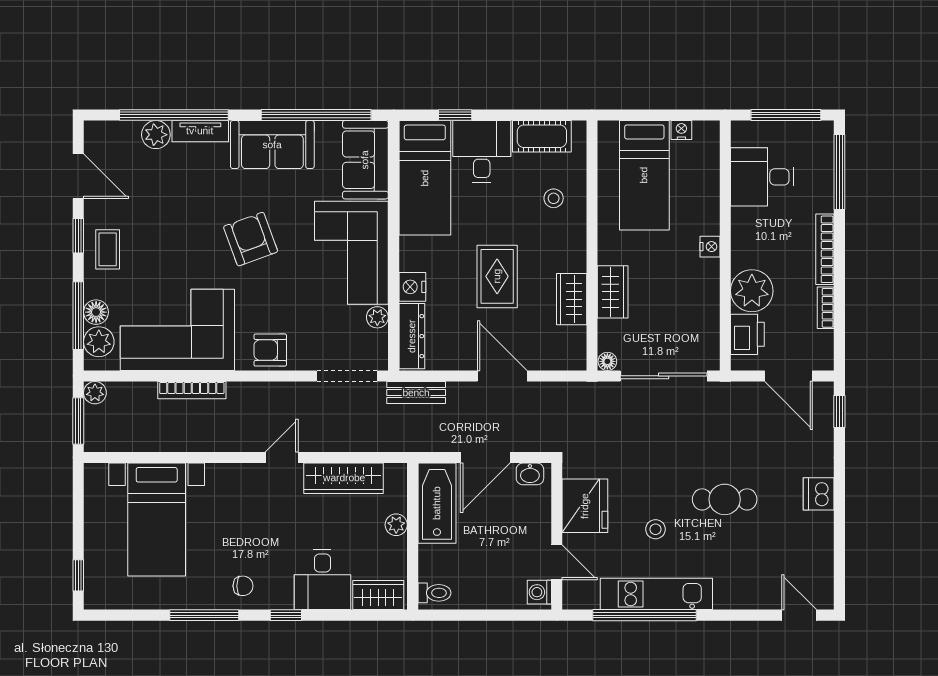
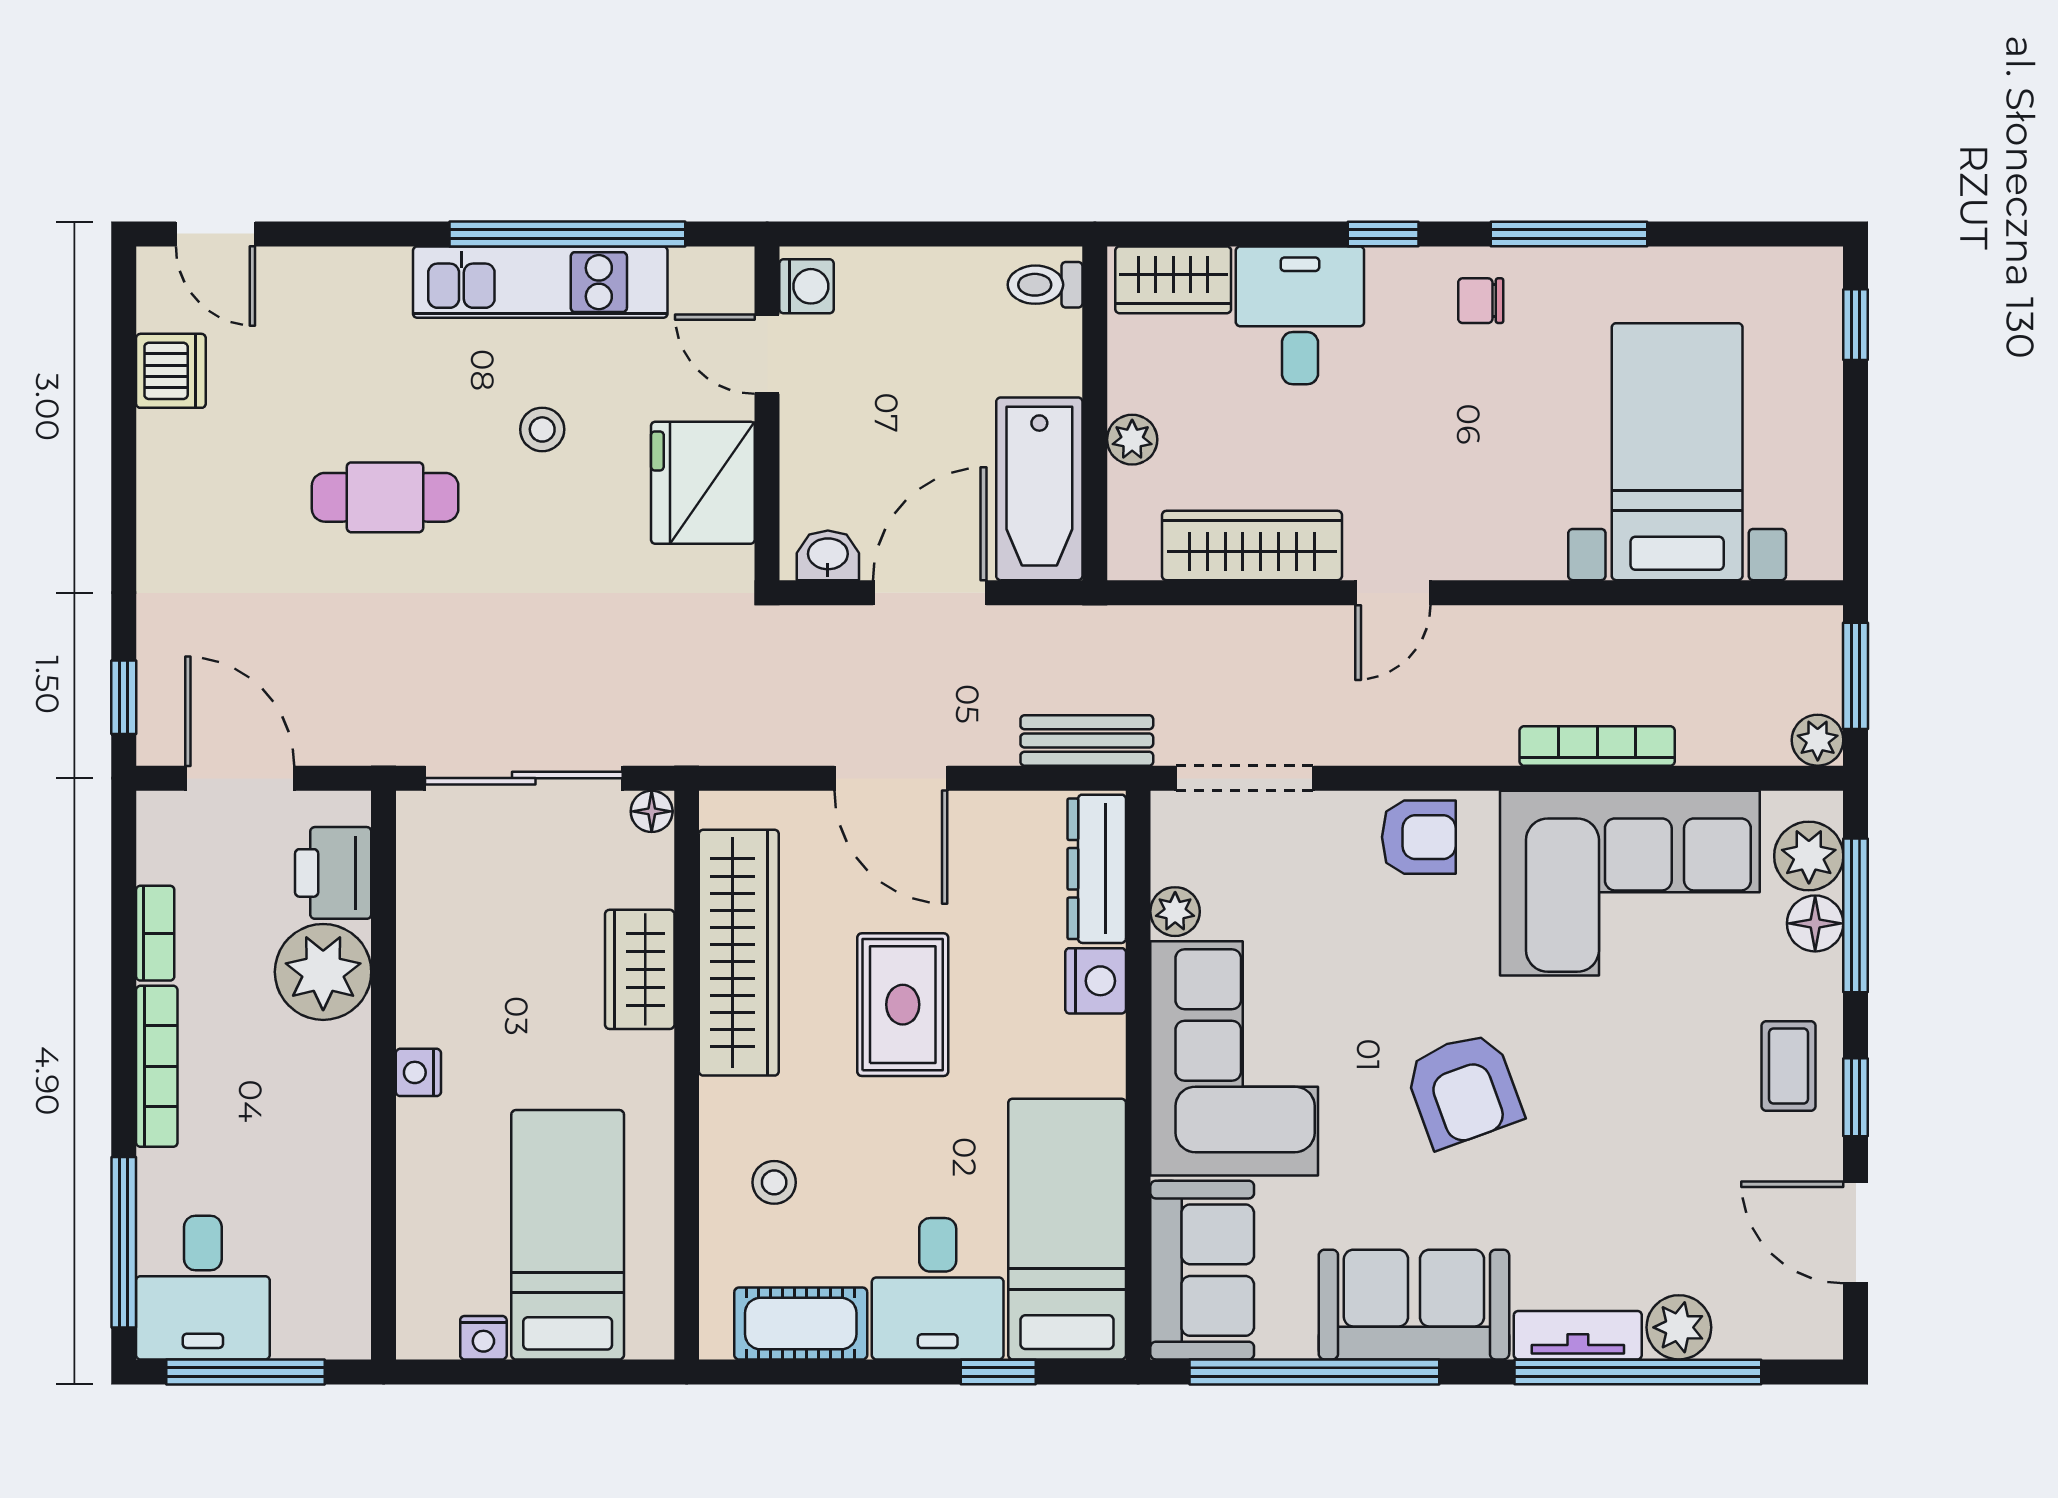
desk: (762, 177) -> (203, 1288), moved, turned 90
wardrobe: (572, 299) -> (739, 953), width x2.10, depth x1.17
dishwasher: (819, 494) -> (171, 371), moved

